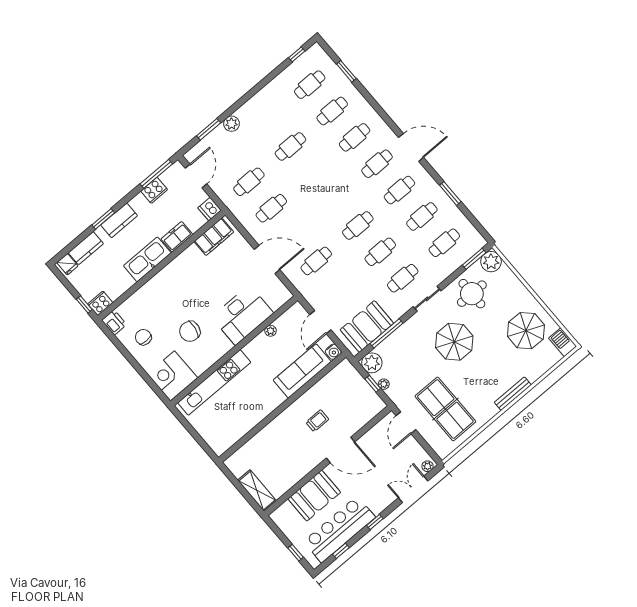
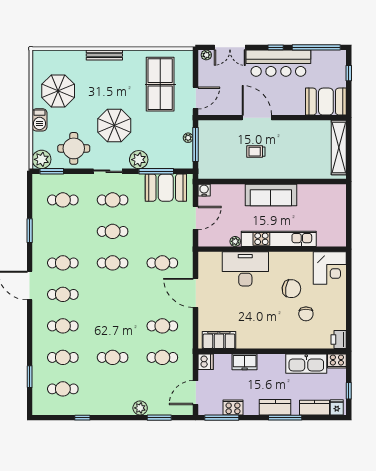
window: (297, 54) -> (82, 418), moved
cafe table: (422, 216) -> (63, 231), removed
window: (103, 219) -> (285, 418), width x1.44
kitchen sink: (147, 259) -> (306, 364), moved
window: (84, 304) -> (349, 391), moved
chair: (143, 337) -> (306, 314), moved
barbecue: (563, 342) -> (40, 120), moved
plant: (372, 363) -> (139, 160), moved
sofa: (302, 371) -> (271, 195), moved
kitchen unit: (214, 382) -> (279, 239), moved
window: (373, 384) -> (196, 145), width x2.17
shelving: (257, 490) -> (339, 147), width x1.47
booth: (314, 496) -> (326, 102), moved
bar counter: (339, 529) -> (278, 63), moved
window: (341, 551) -> (316, 47), width x3.17

